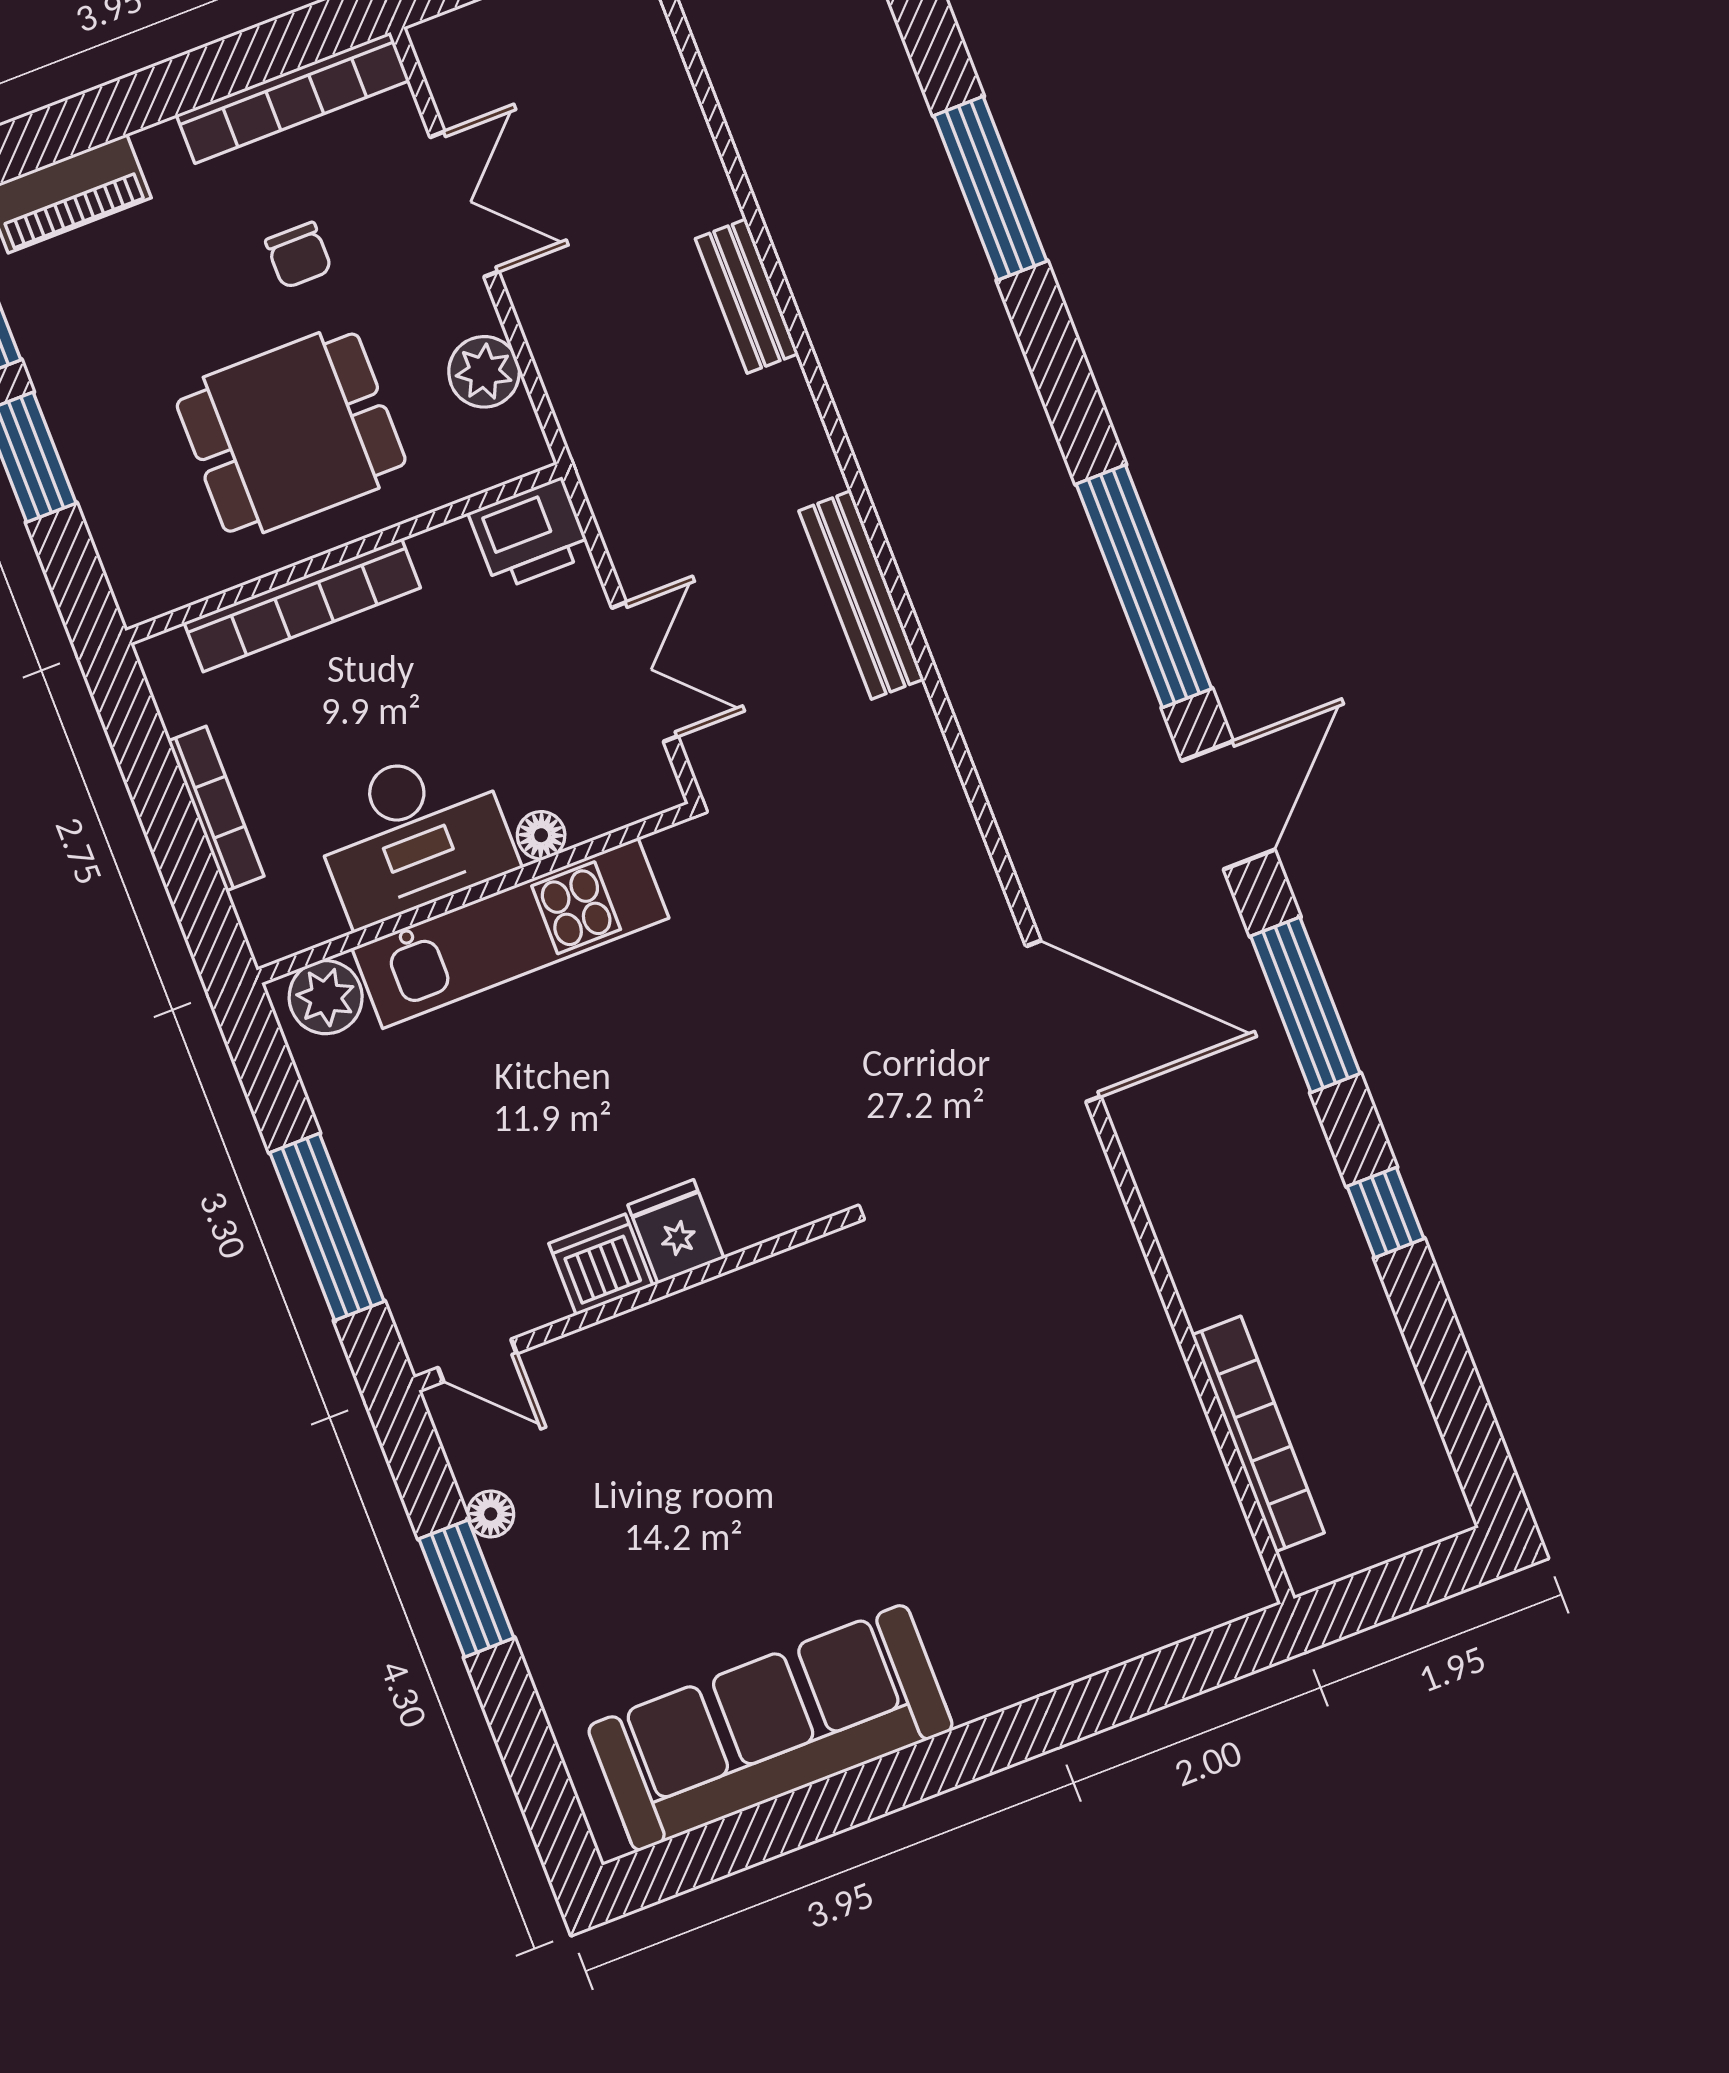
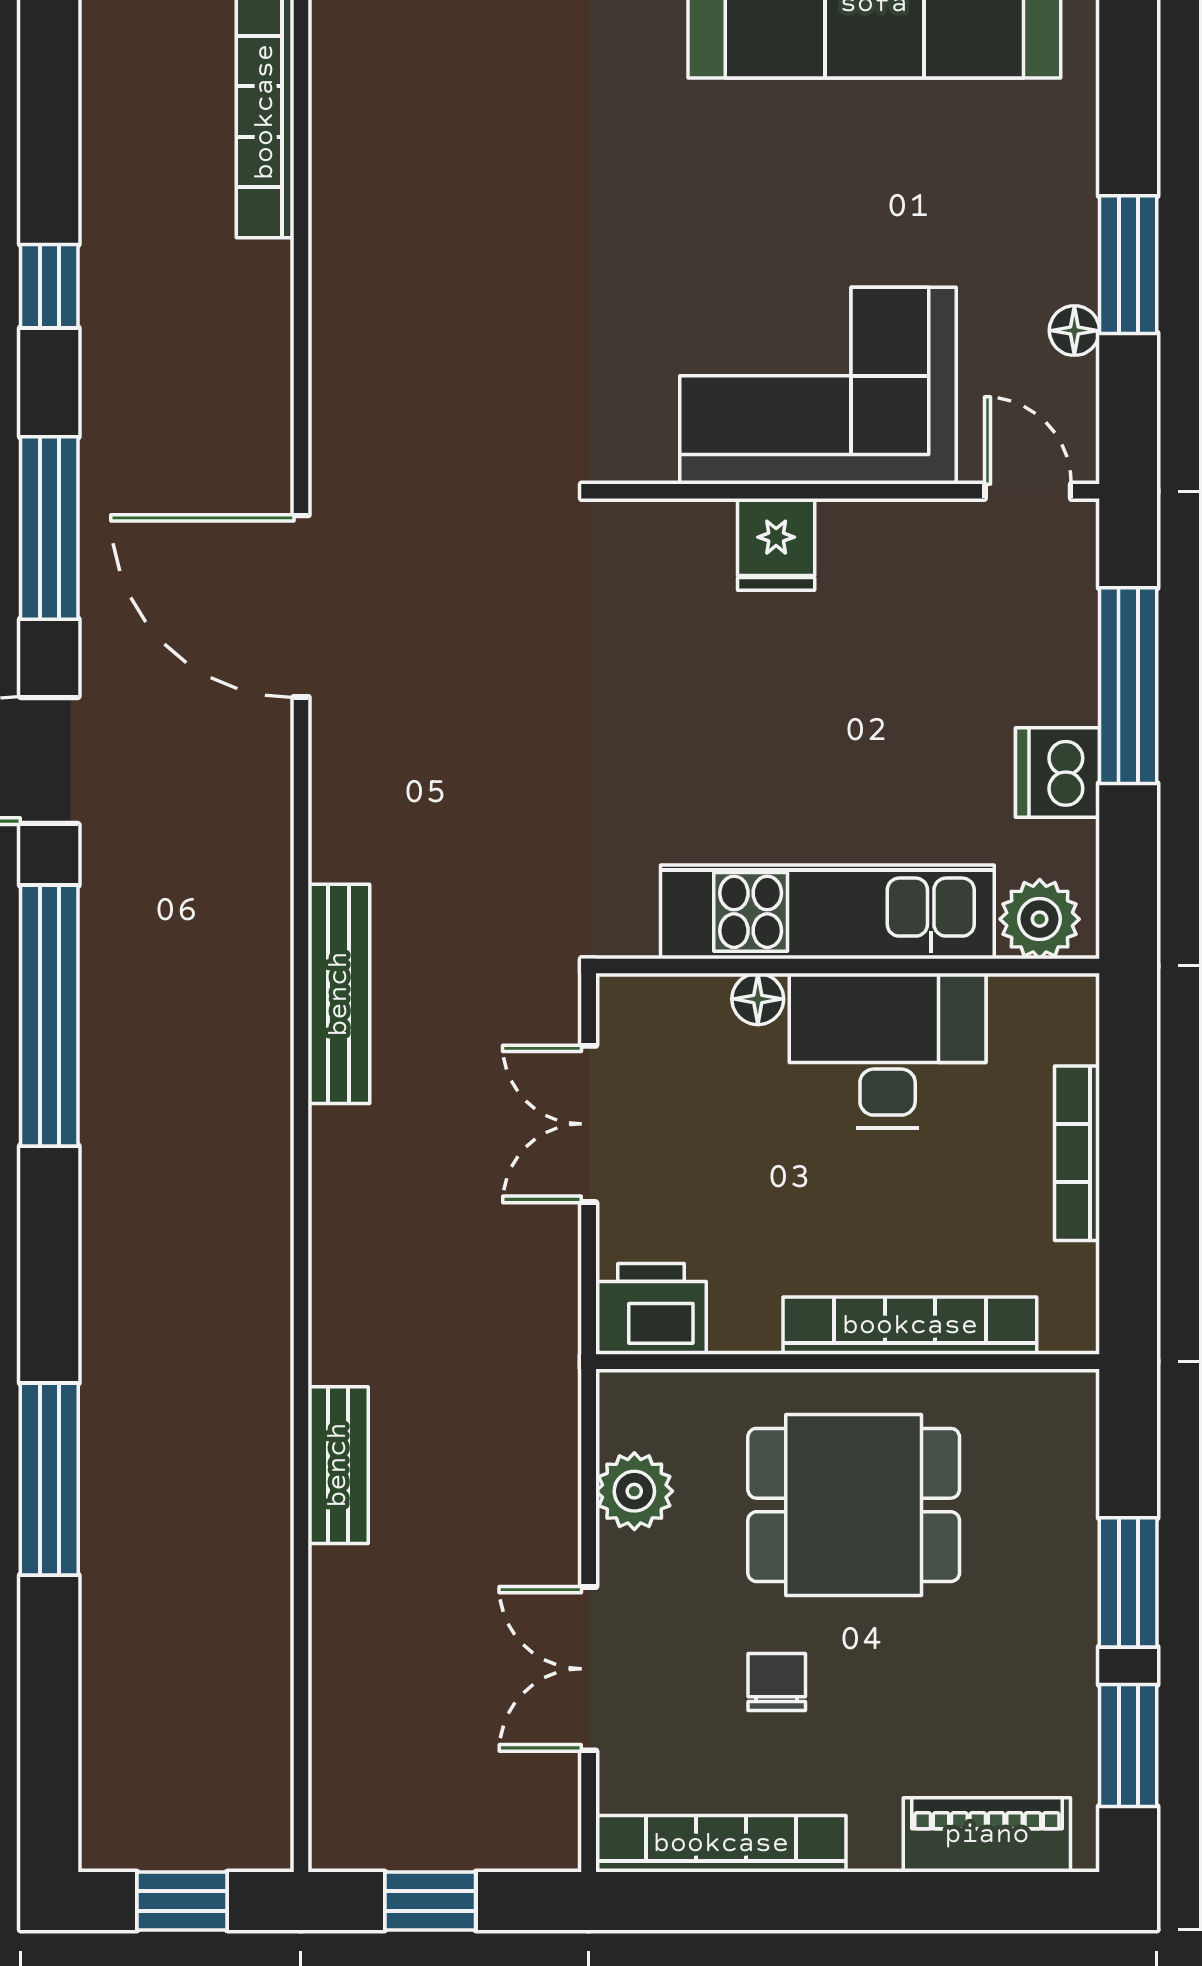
bench: (861, 595) -> (339, 994), moved
dishwasher: (601, 1265) -> (1057, 772), moved, turned 90
corner sofa: (693, 1382) -> (818, 386), added

